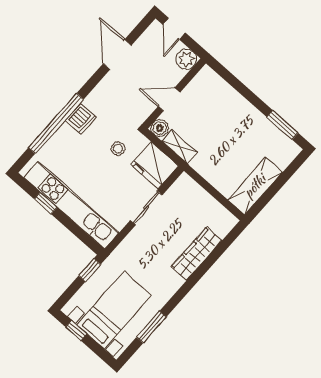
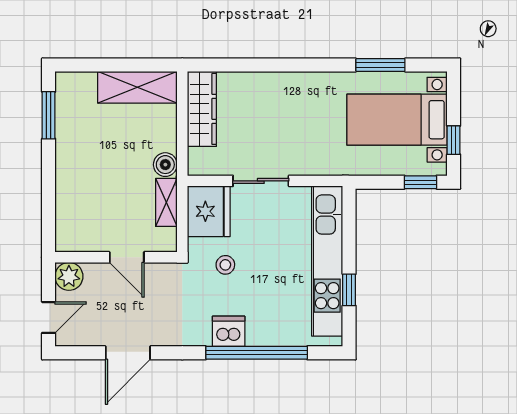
boiler: (160, 128) -> (165, 165), moved
wardrobe: (196, 254) -> (202, 109), moved, turned -90
window: (90, 270) -> (421, 182), moved

